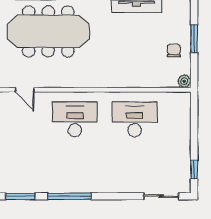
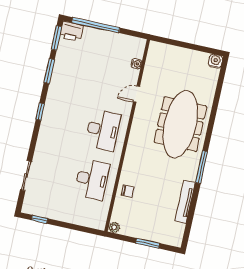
chair: (174, 50) -> (128, 191), moved
window: (70, 196) -> (40, 112), width x0.46
sliding door: (161, 196) -> (26, 176), moved

